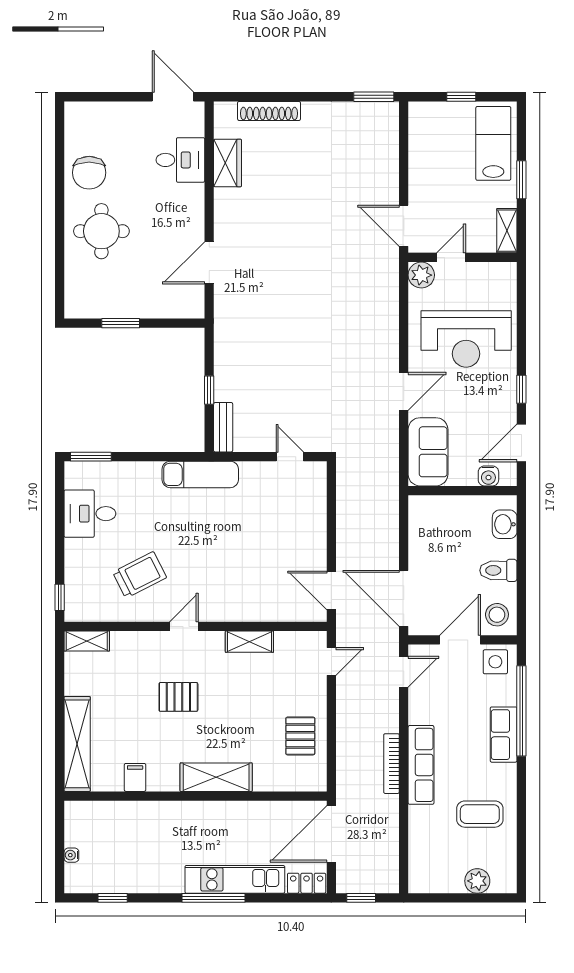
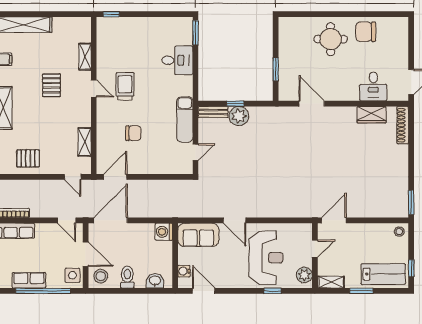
window: (461, 97) -> (411, 268), moved
shoe rack: (269, 111) -> (403, 125), moved
stool: (422, 117) -> (399, 232), added
door: (451, 257) -> (315, 249), hinge flipped
plant: (421, 275) -> (304, 275), moved
window: (121, 323) -> (276, 69), moved
reception desk: (466, 339) -> (266, 258), turned 180
plant: (230, 384) -> (239, 116), added
window: (521, 389) -> (273, 291), moved
exam couch: (200, 474) -> (185, 119), moved
washing machine: (423, 510) -> (164, 232), added
desk: (90, 514) -> (177, 60), moved, turned 90
chair: (258, 560) -> (133, 133), added
trolley: (140, 575) -> (125, 86), moved, turned -153
shelving: (87, 641) -> (85, 57), moved
shelving: (249, 642) -> (85, 142), moved

